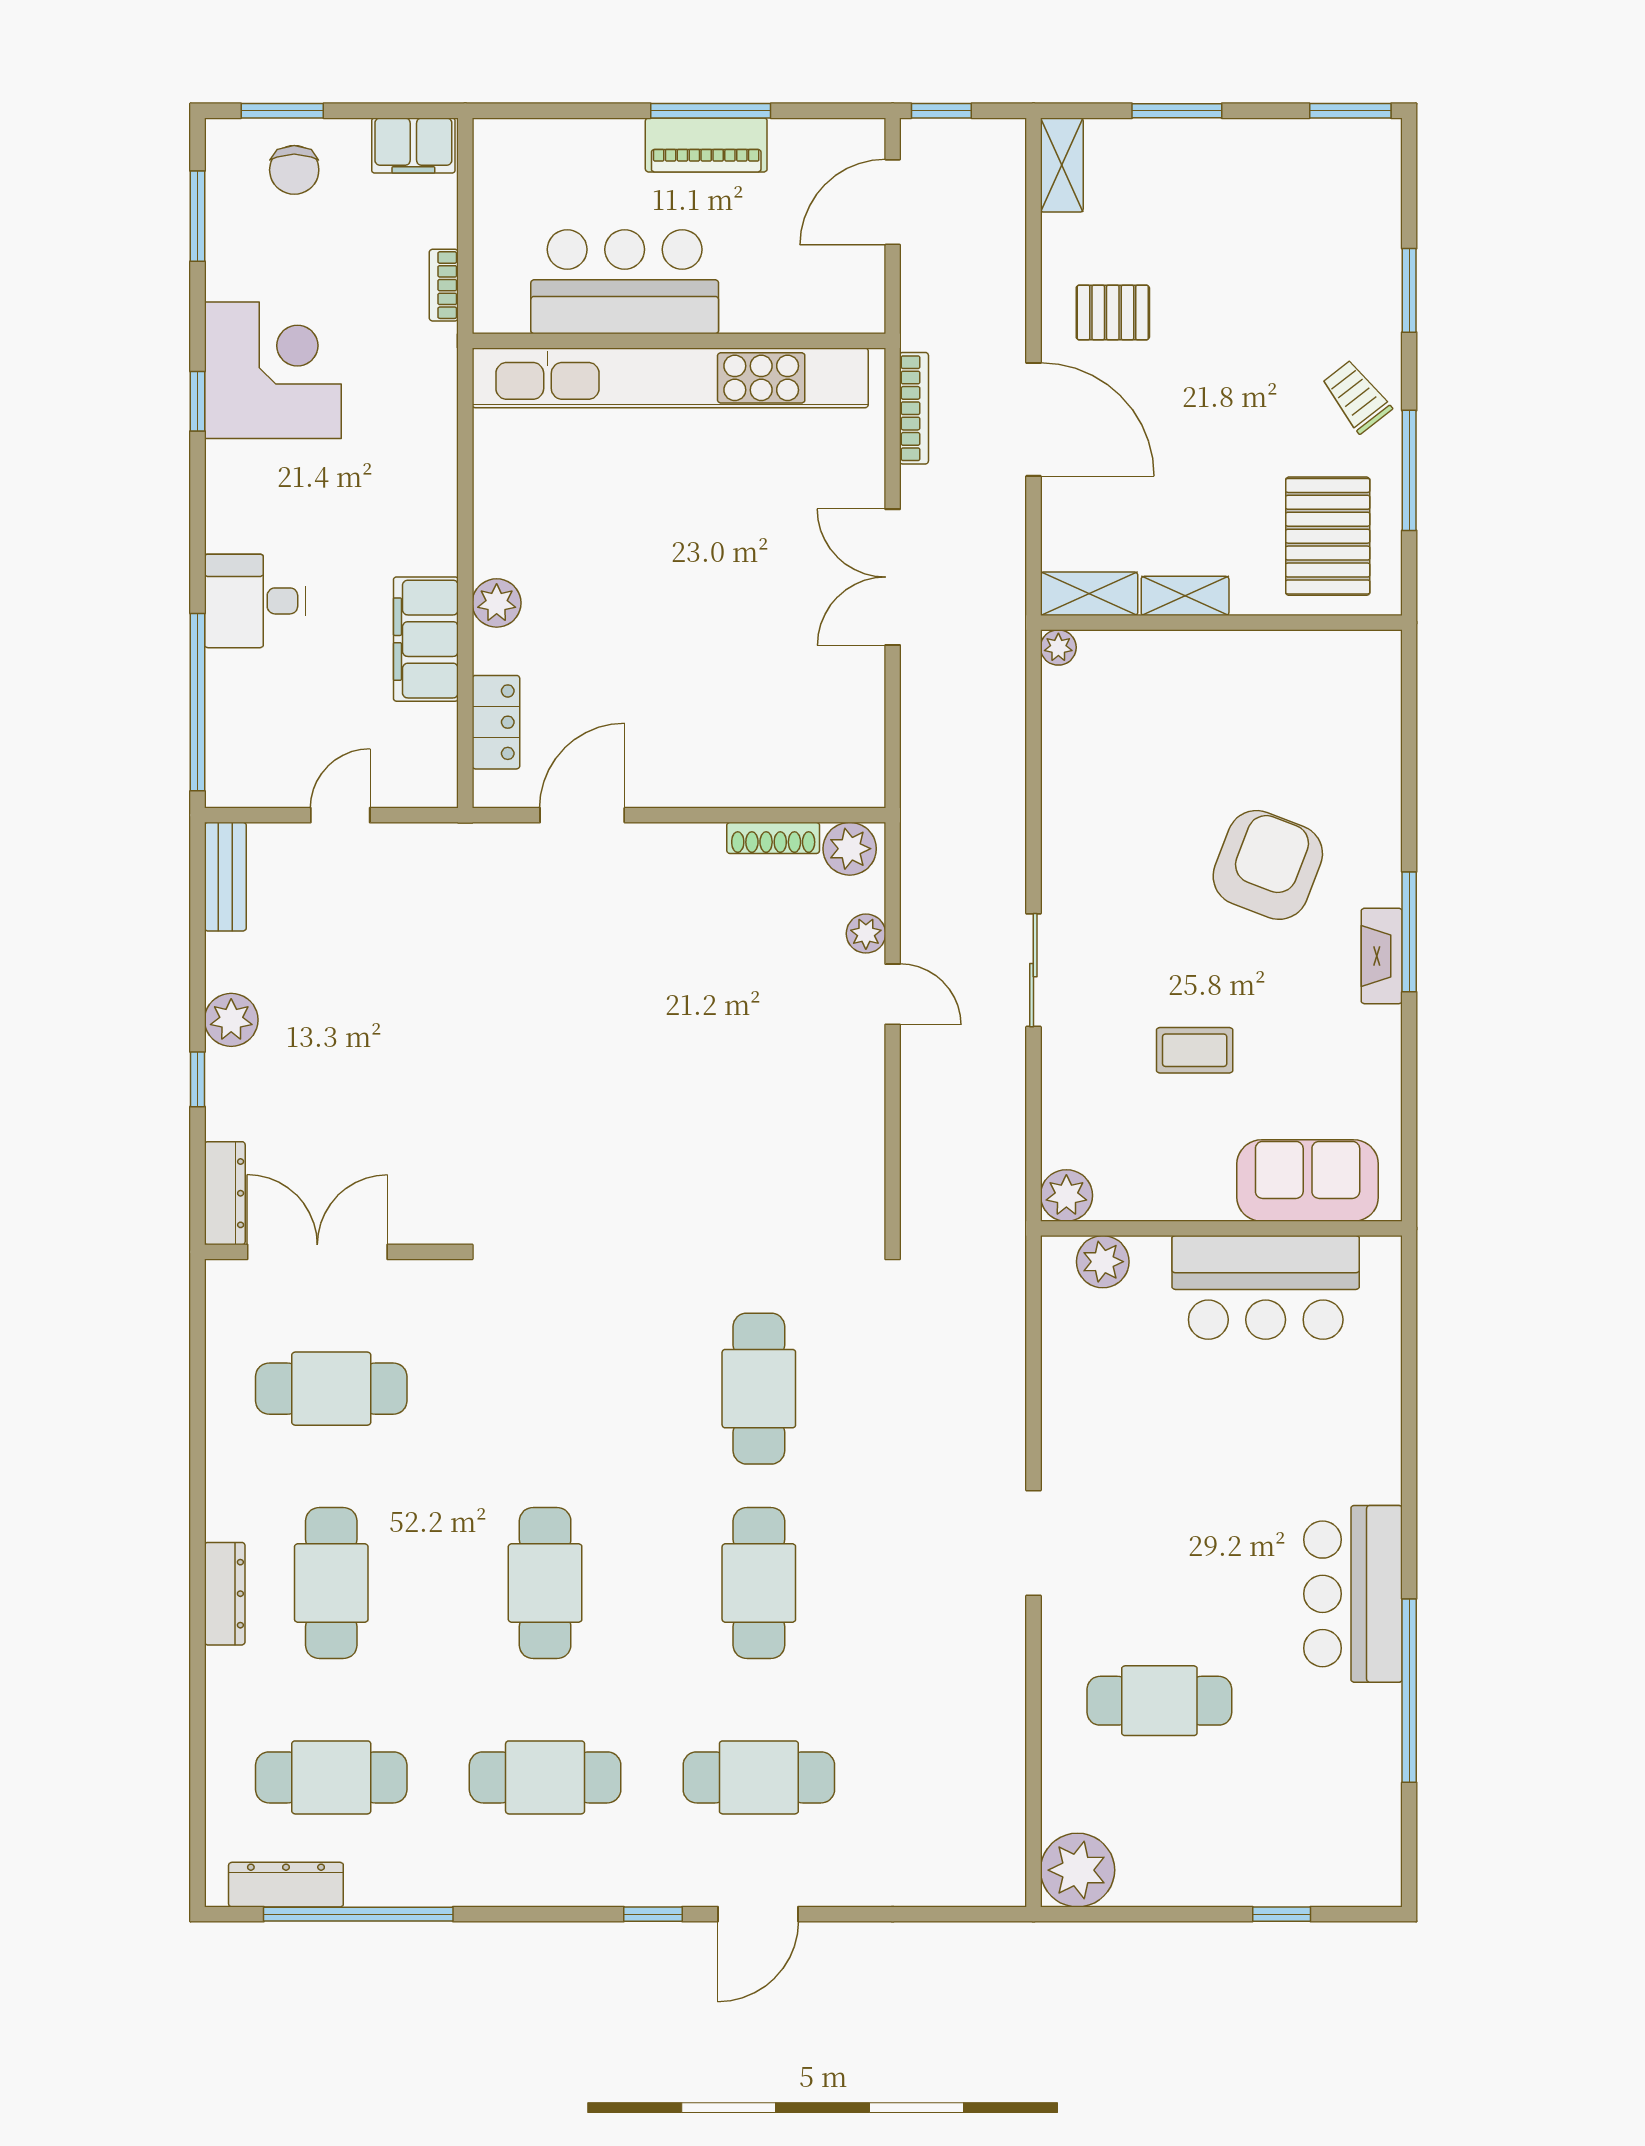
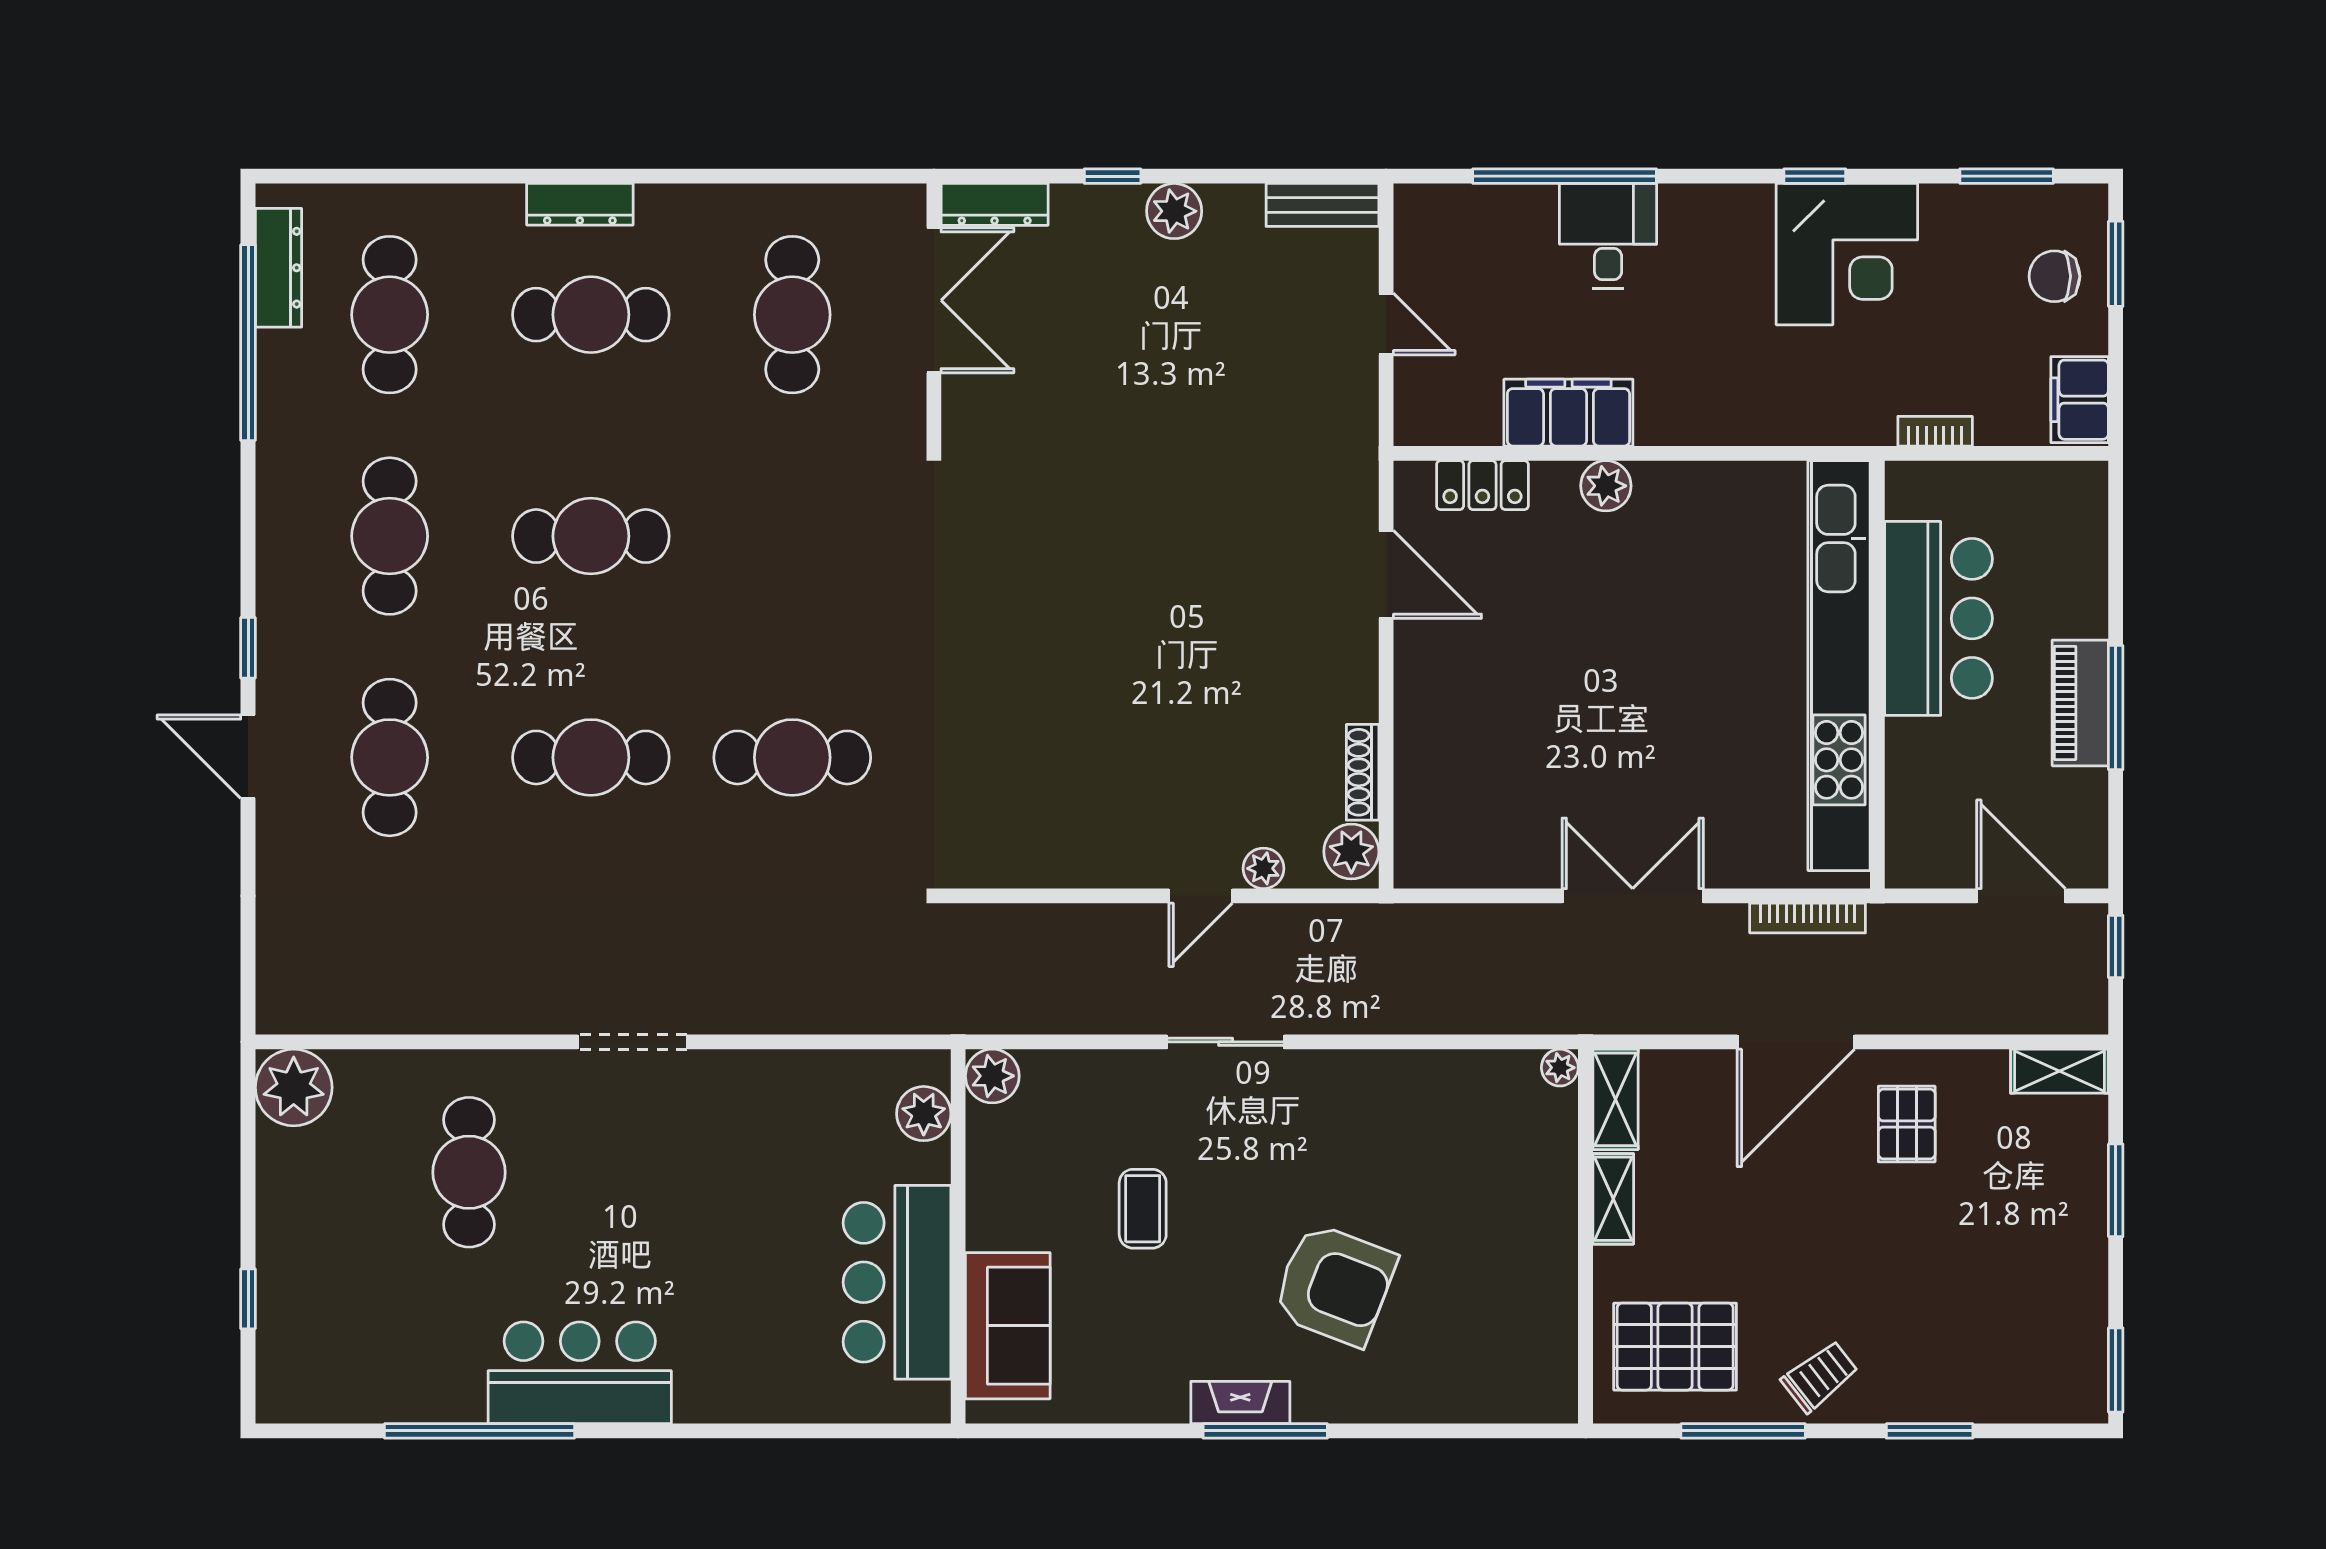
window: (198, 702) -> (1565, 176), moved

